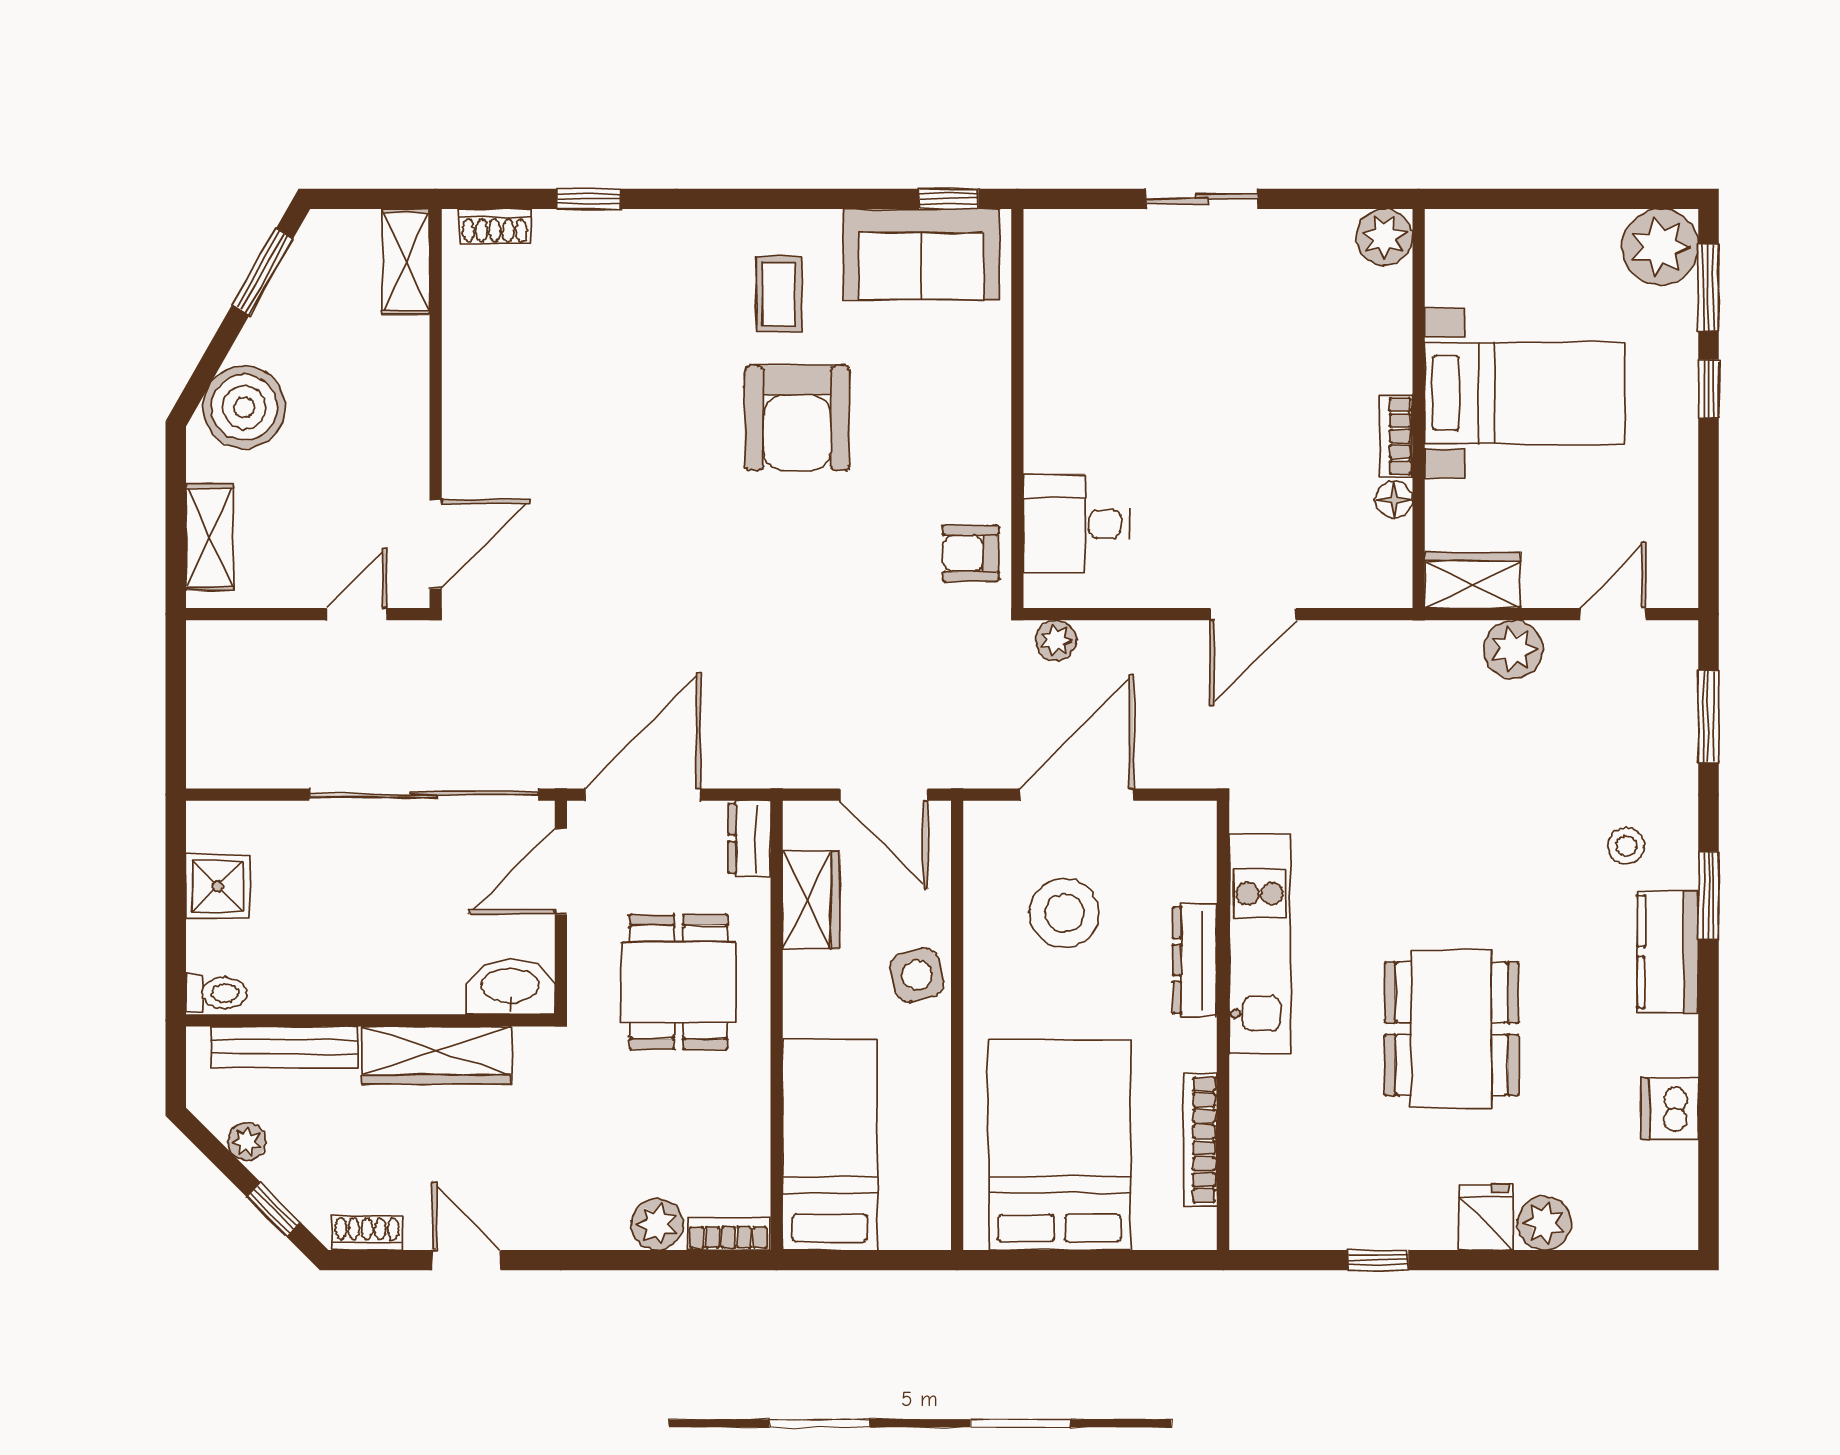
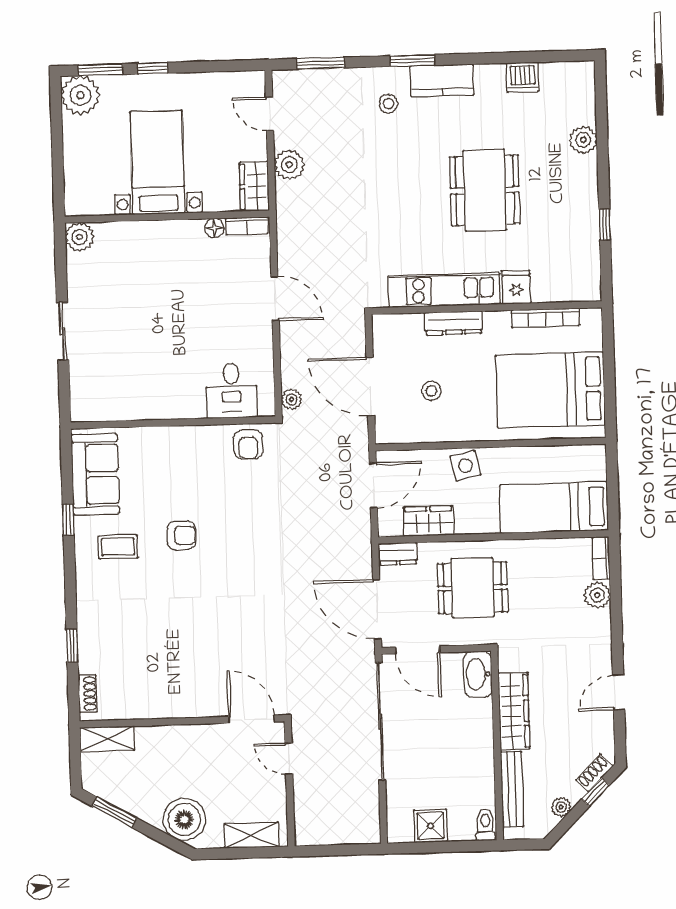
window: (949, 199) -> (68, 520), moved
armchair: (797, 418) -> (181, 536), width x0.53, depth x0.53
bookcase: (1396, 436) -> (247, 226), moved
stool: (1064, 913) -> (431, 391), width x0.53, depth x0.53
dining table: (1452, 1029) -> (485, 190), turned 90
fridge: (1486, 1217) -> (516, 287), moved, turned 90
shoe rack: (367, 1233) -> (594, 773), moved, turned 45

